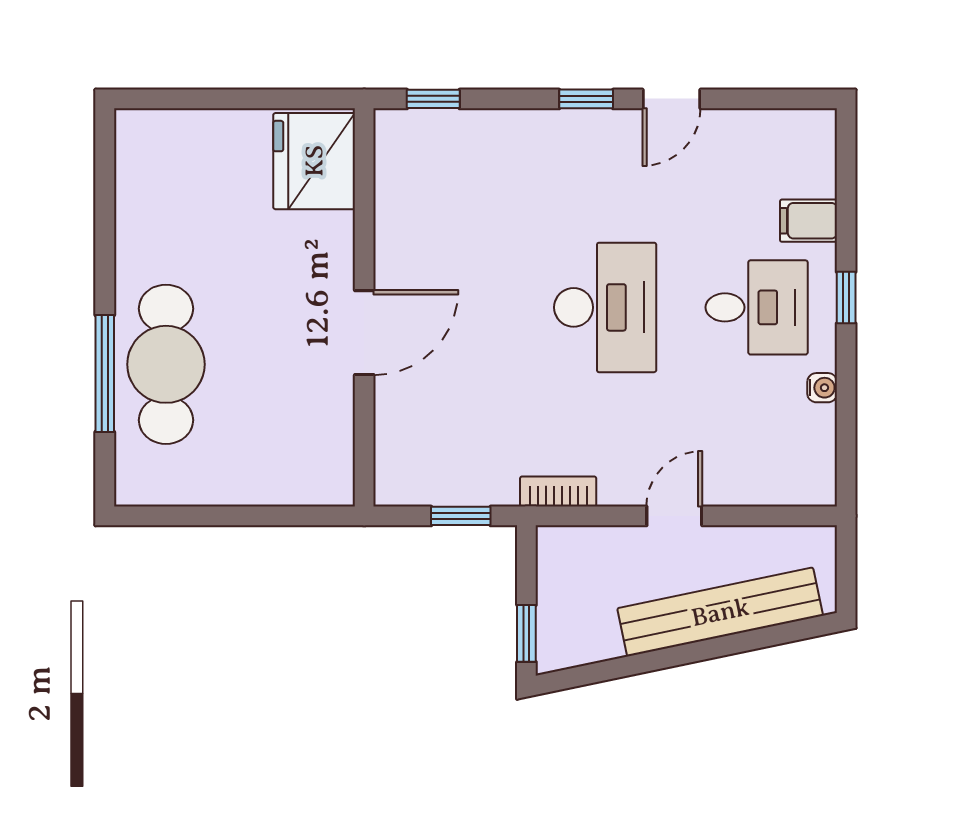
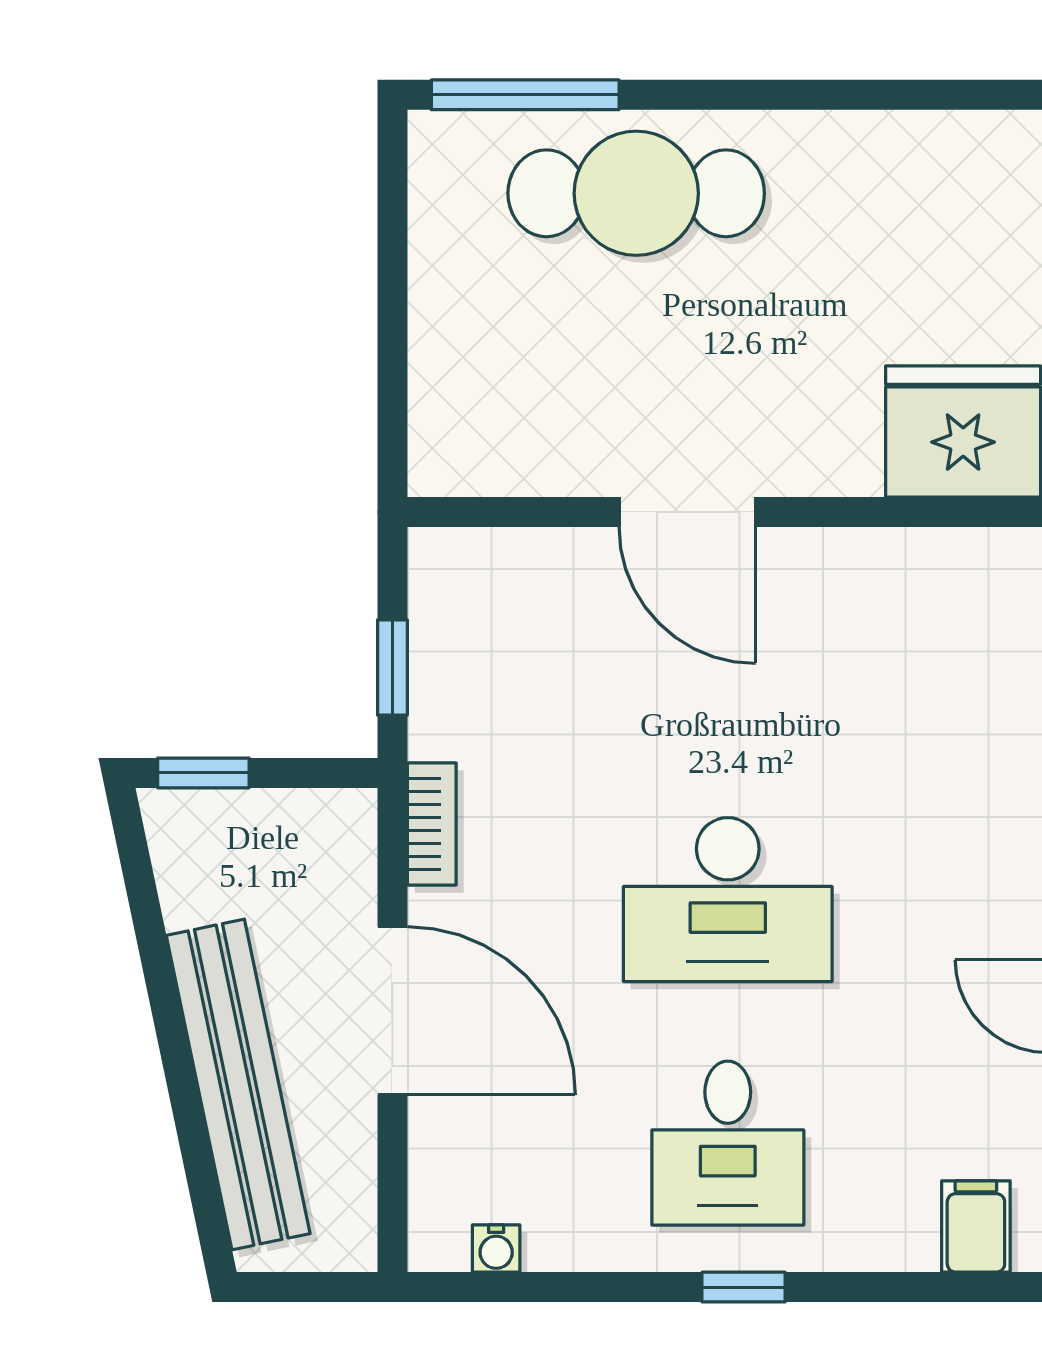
filing cabinet: (808, 221) -> (976, 1226), moved
window: (105, 373) -> (525, 95), moved
water cooler: (822, 388) -> (496, 1249), moved
door: (674, 516) -> (392, 1011), width x1.87

